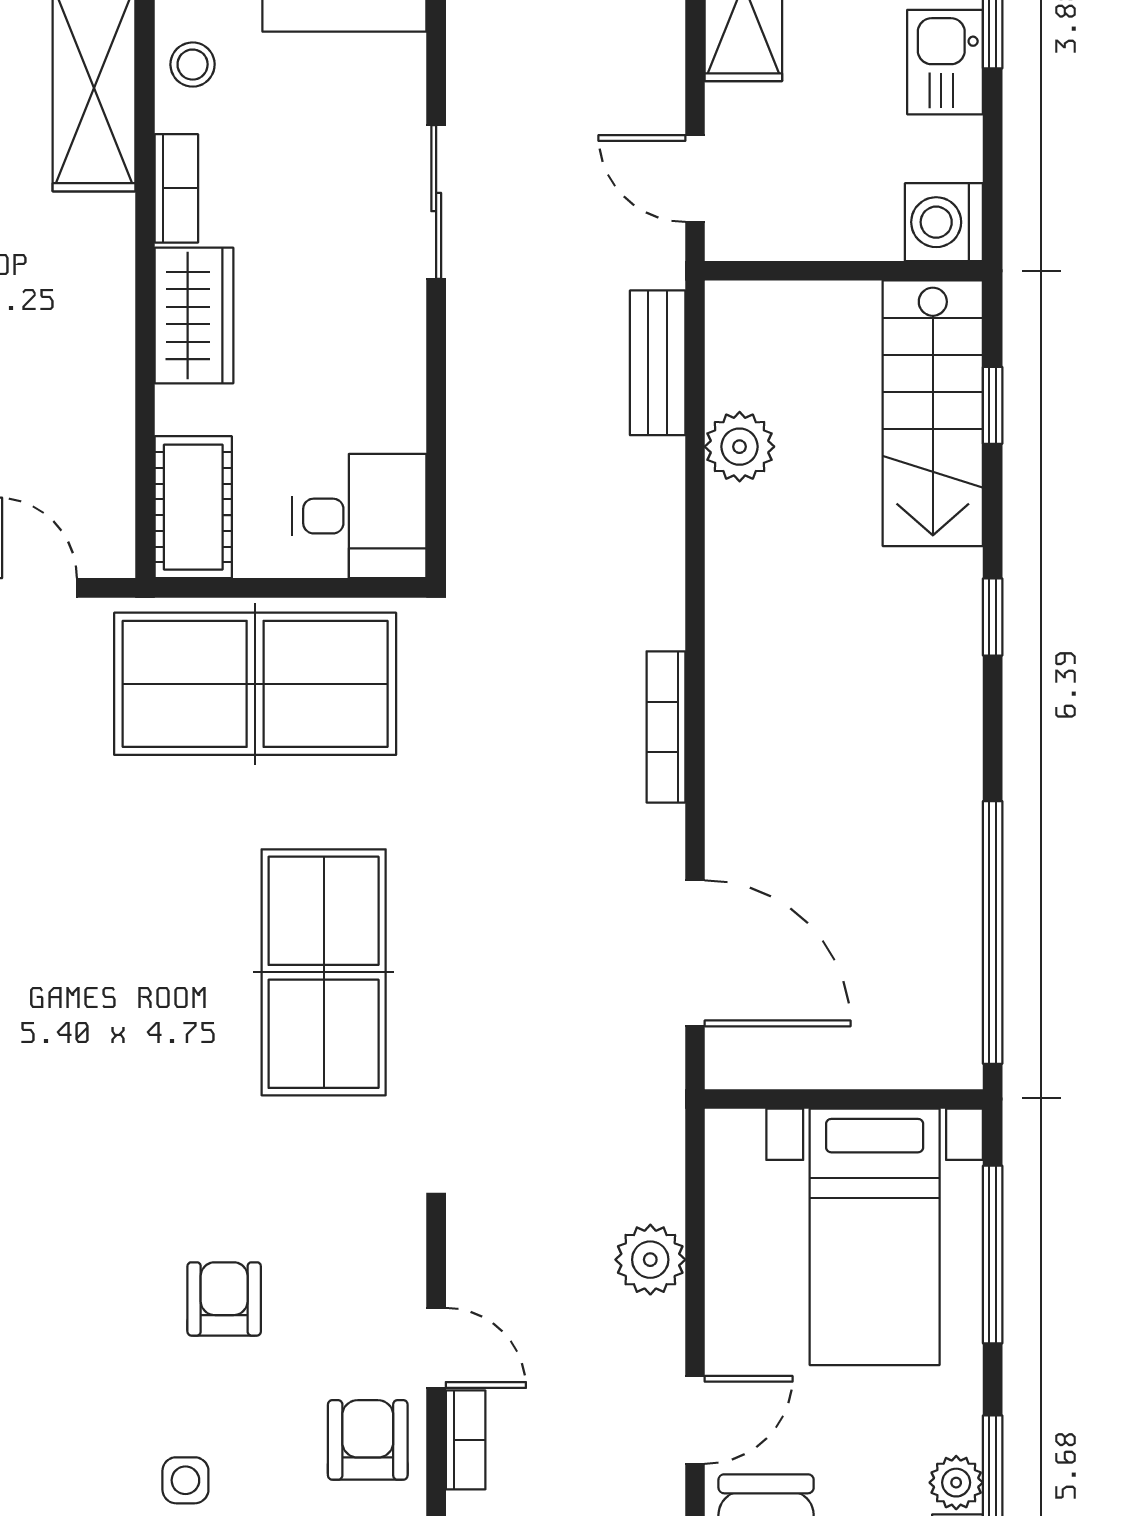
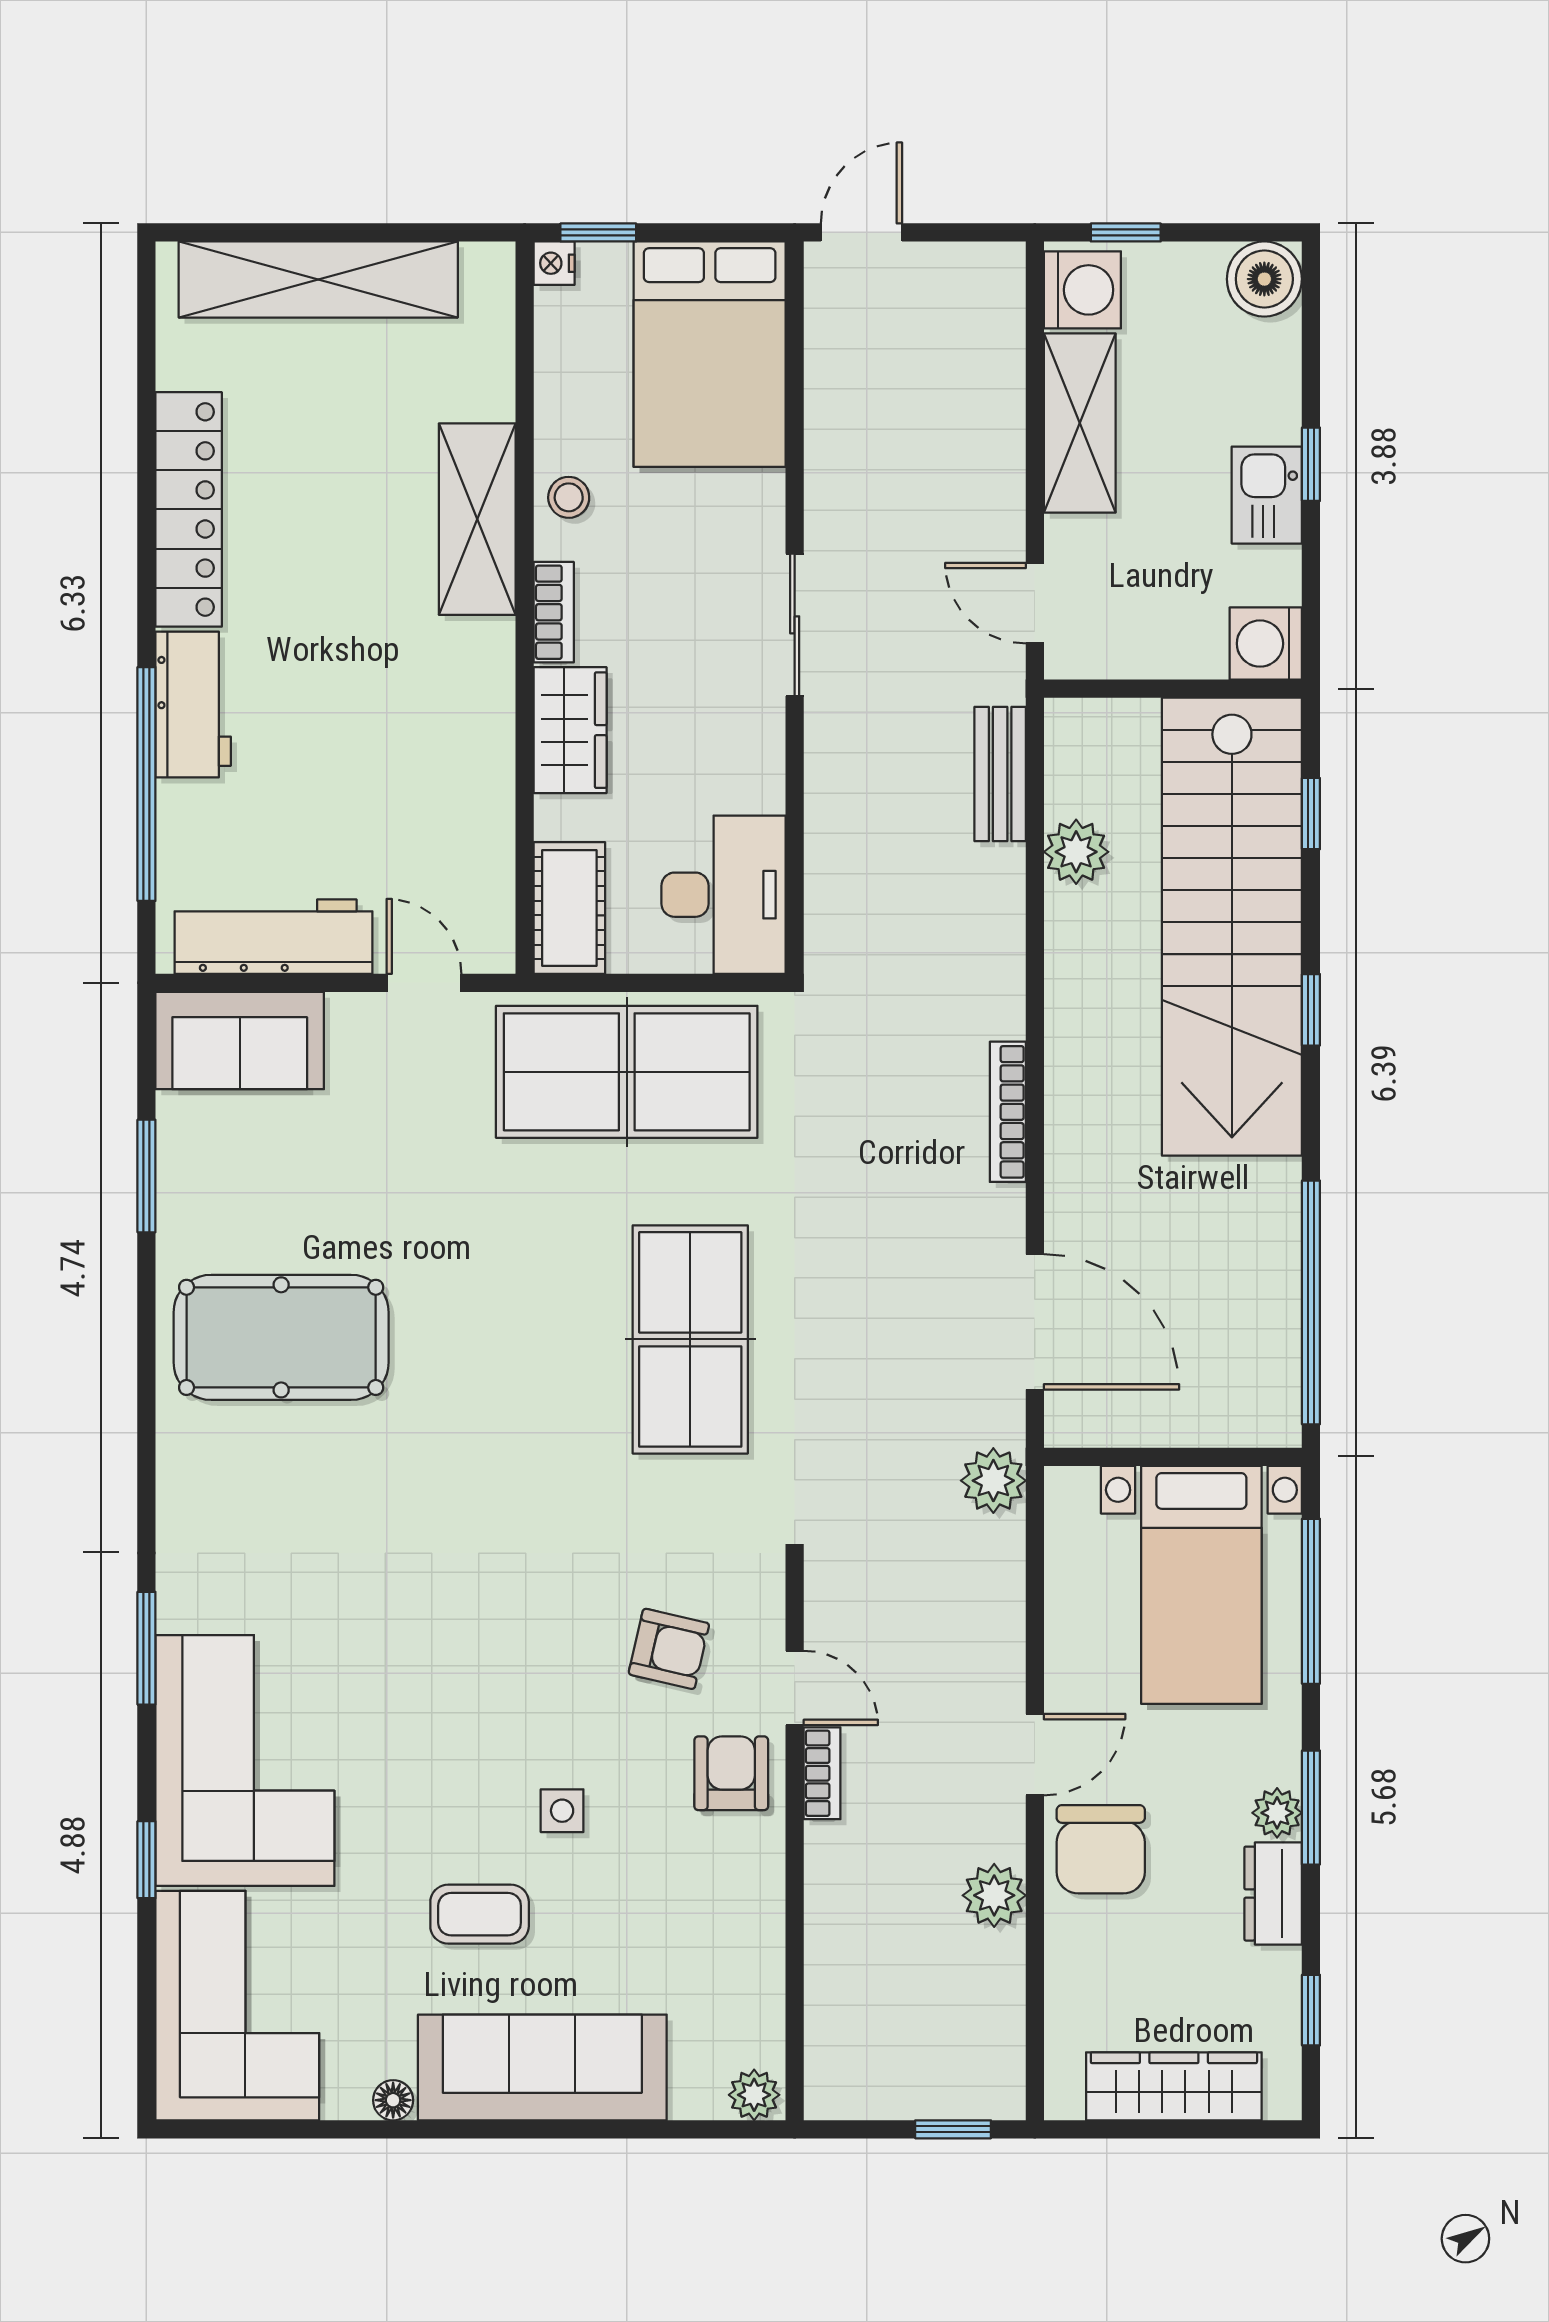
stairs: (933, 413) -> (1232, 927), width x1.86, depth x1.51
desk: (359, 516) -> (724, 895), width x1.37
plant: (650, 1260) -> (993, 1481), moved
armchair: (224, 1299) -> (669, 1649), moved, turned 103

